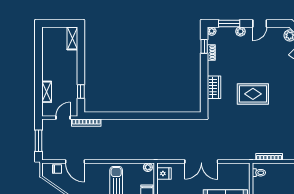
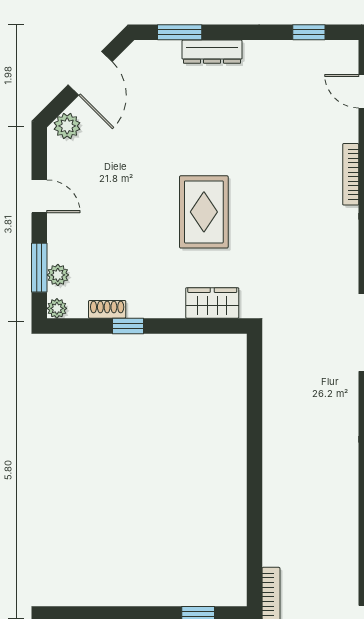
plant: (240, 31) -> (58, 275), moved
window: (204, 46) -> (128, 326), moved
wardrobe: (214, 87) -> (212, 303), moved

